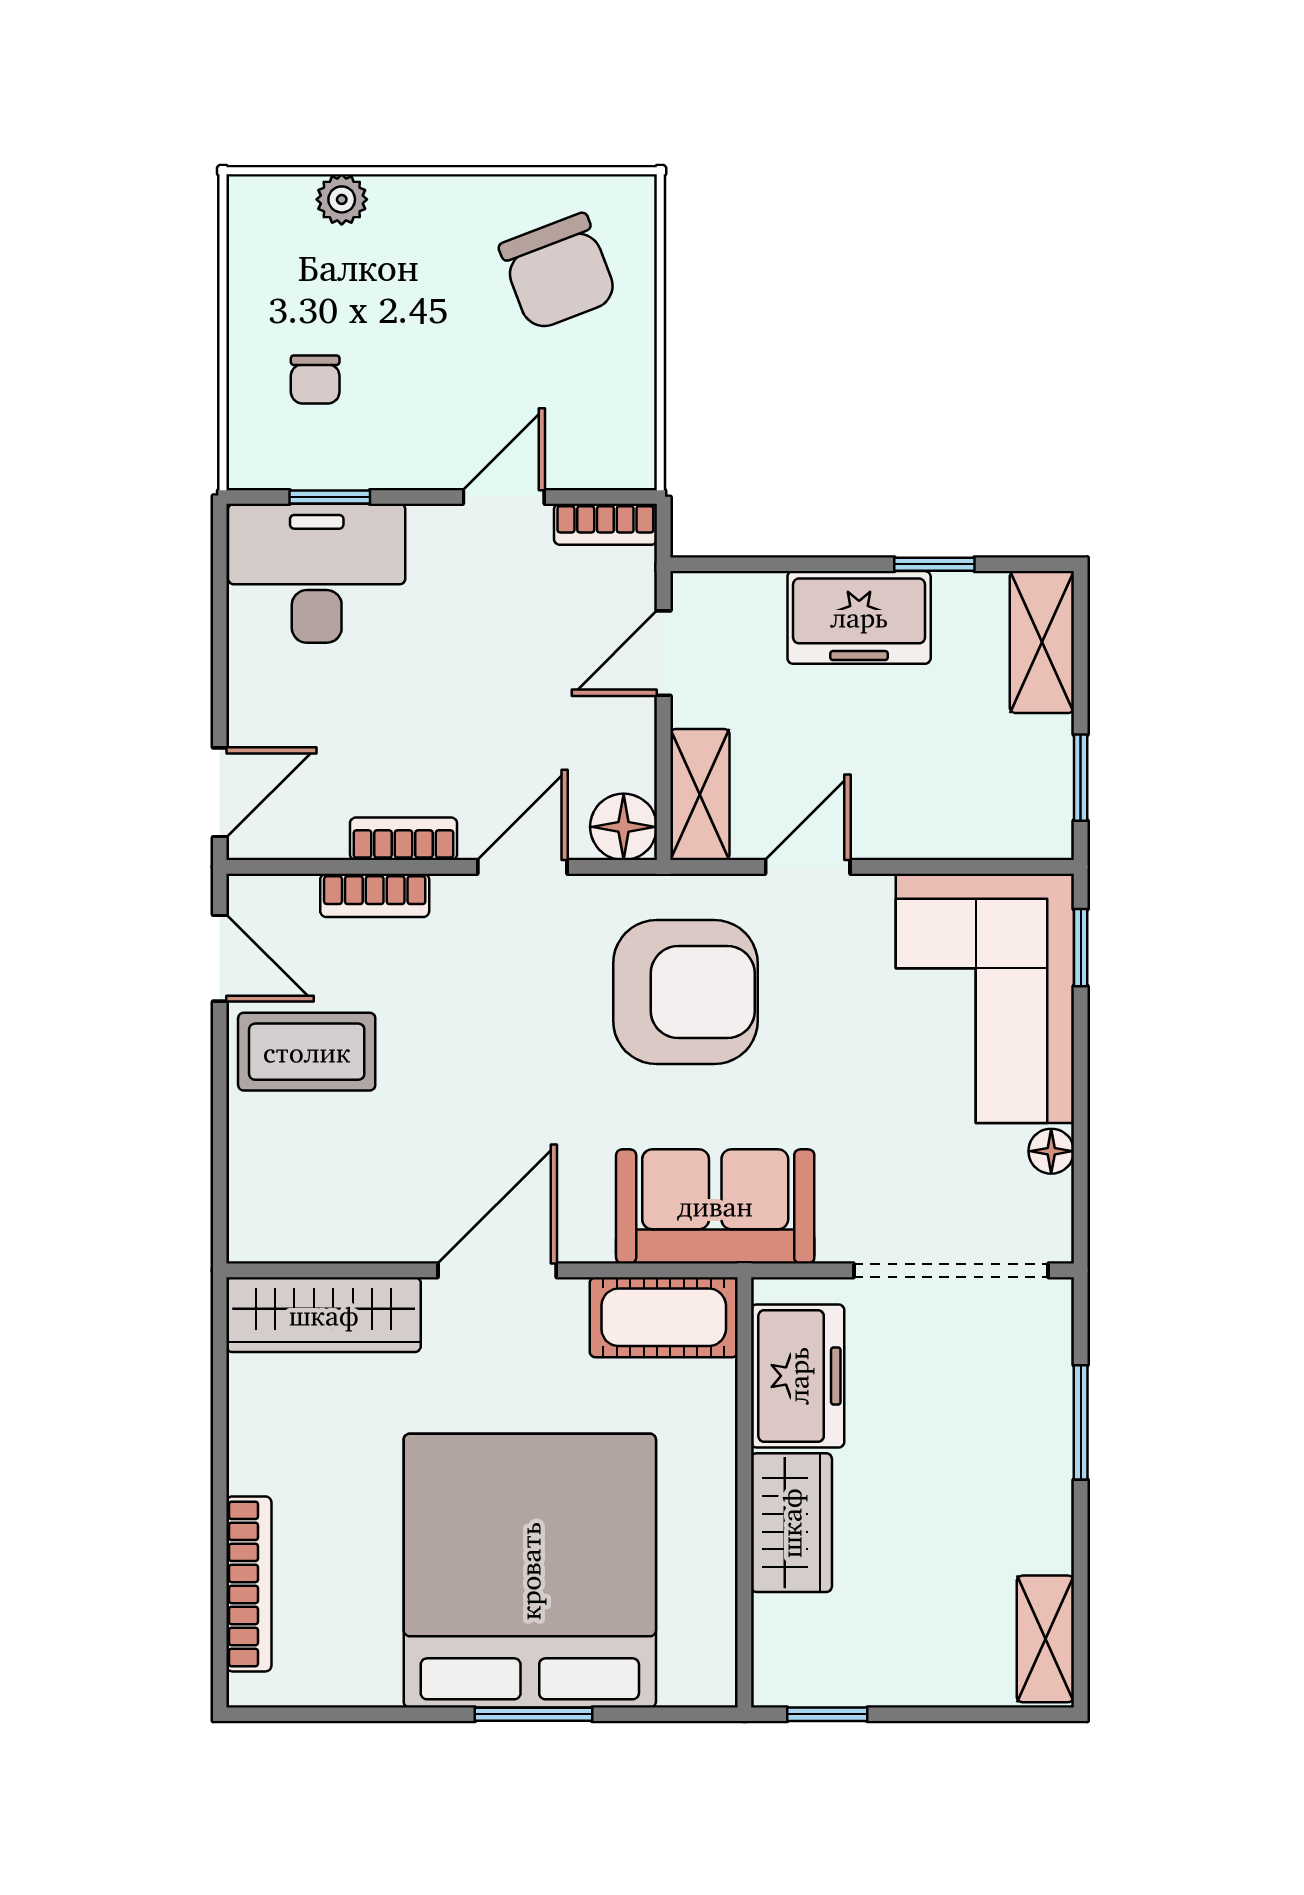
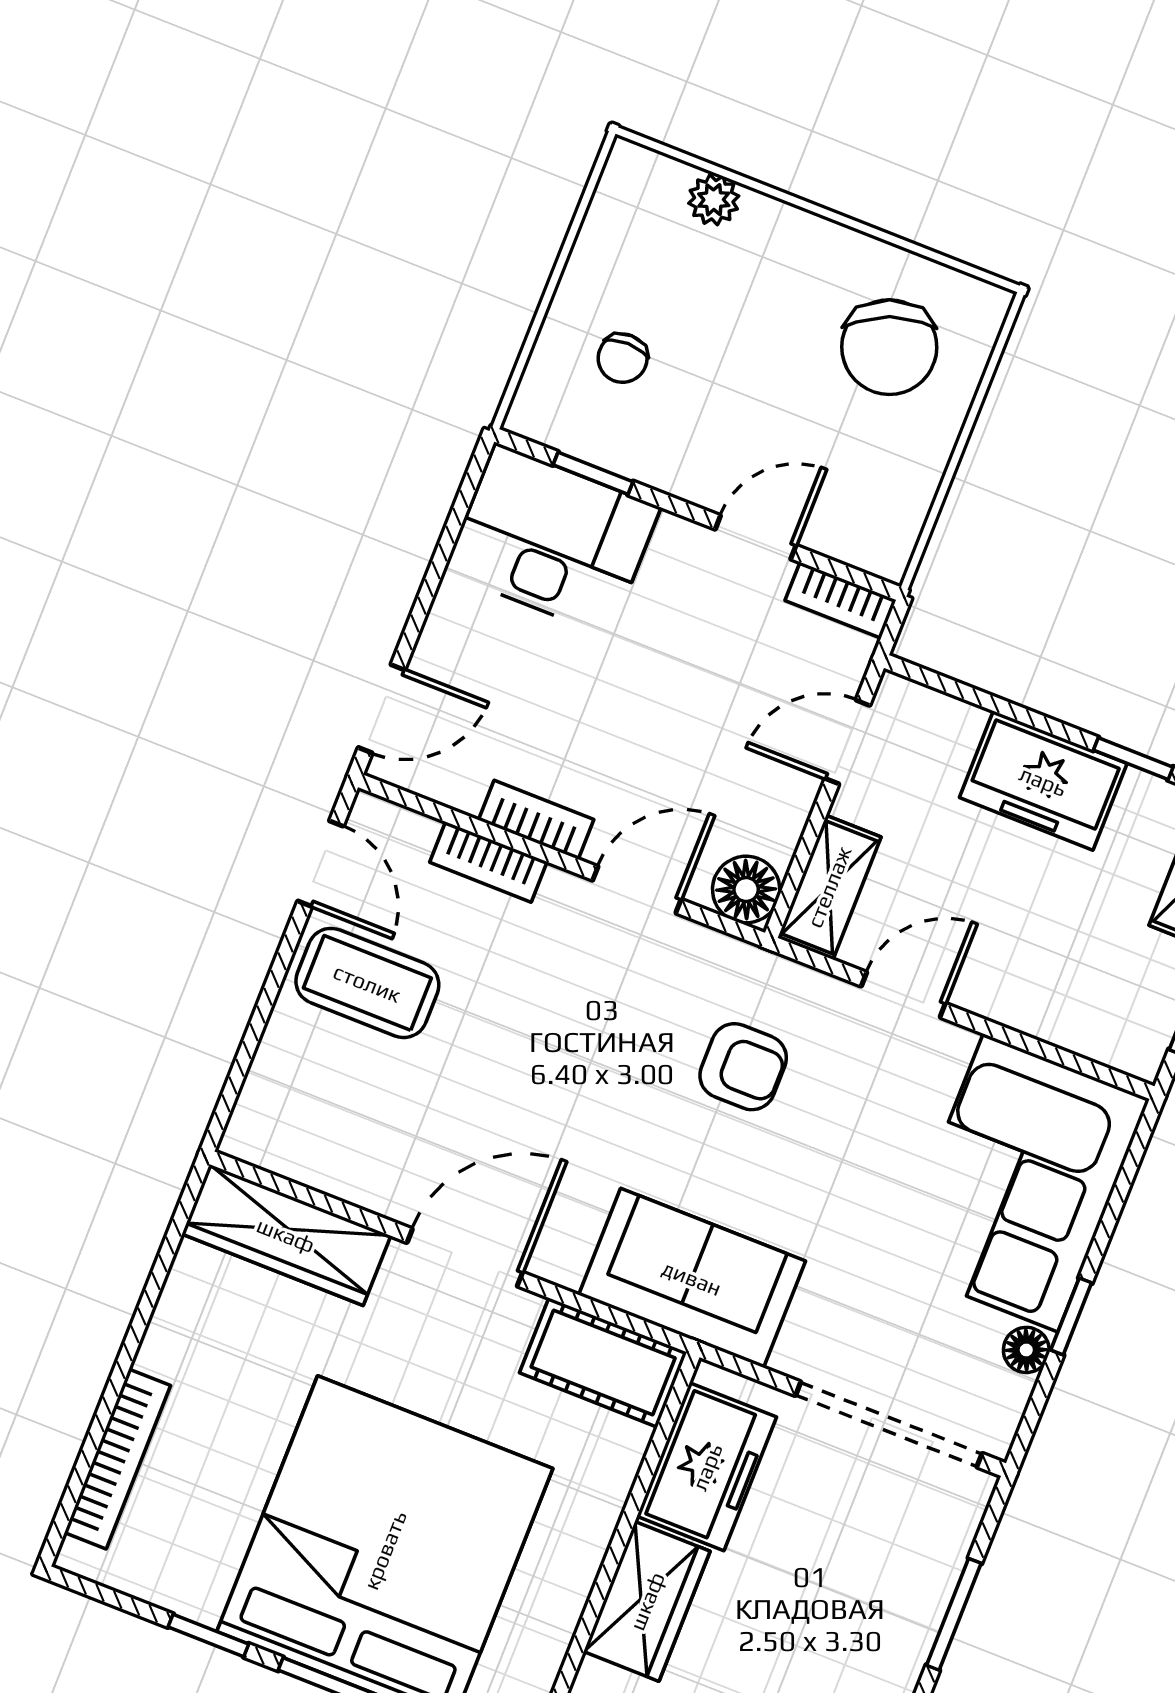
window: (1081, 948) -> (1071, 1316), moved
armchair: (685, 992) -> (743, 1067), width x0.53, depth x0.53
window: (398, 1714) -> (208, 1635), added

